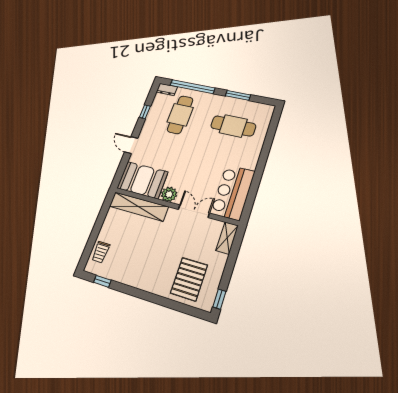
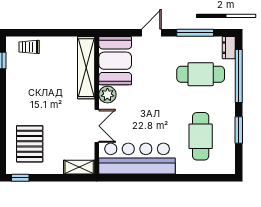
window: (145, 112) -> (195, 33), width x2.17
bar counter: (233, 192) -> (137, 159), width x1.36
pallet: (189, 279) -> (30, 144), turned 90

